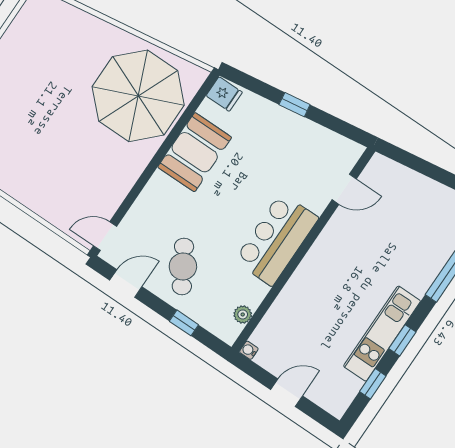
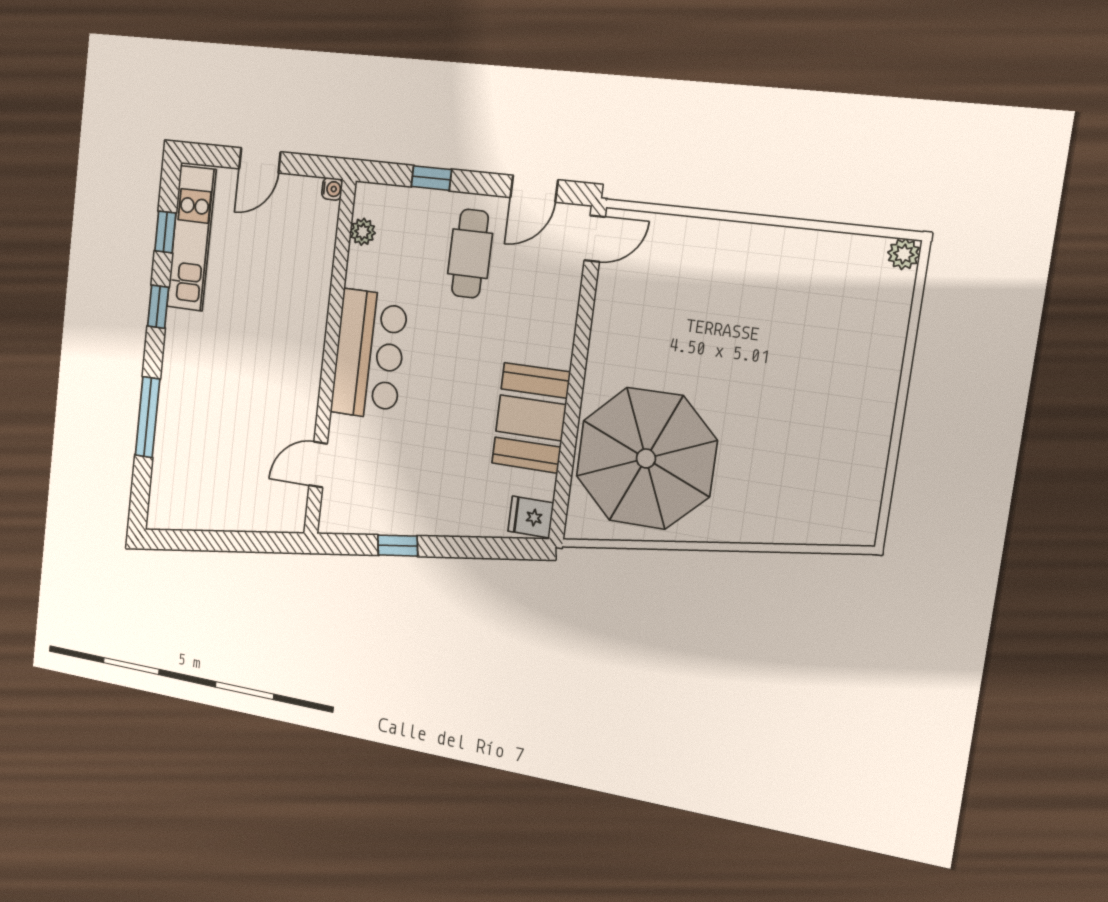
window: (295, 105) -> (398, 546), moved
cafe table: (183, 266) -> (470, 254), turned 31
kitchen unit: (382, 334) -> (191, 238), moved

